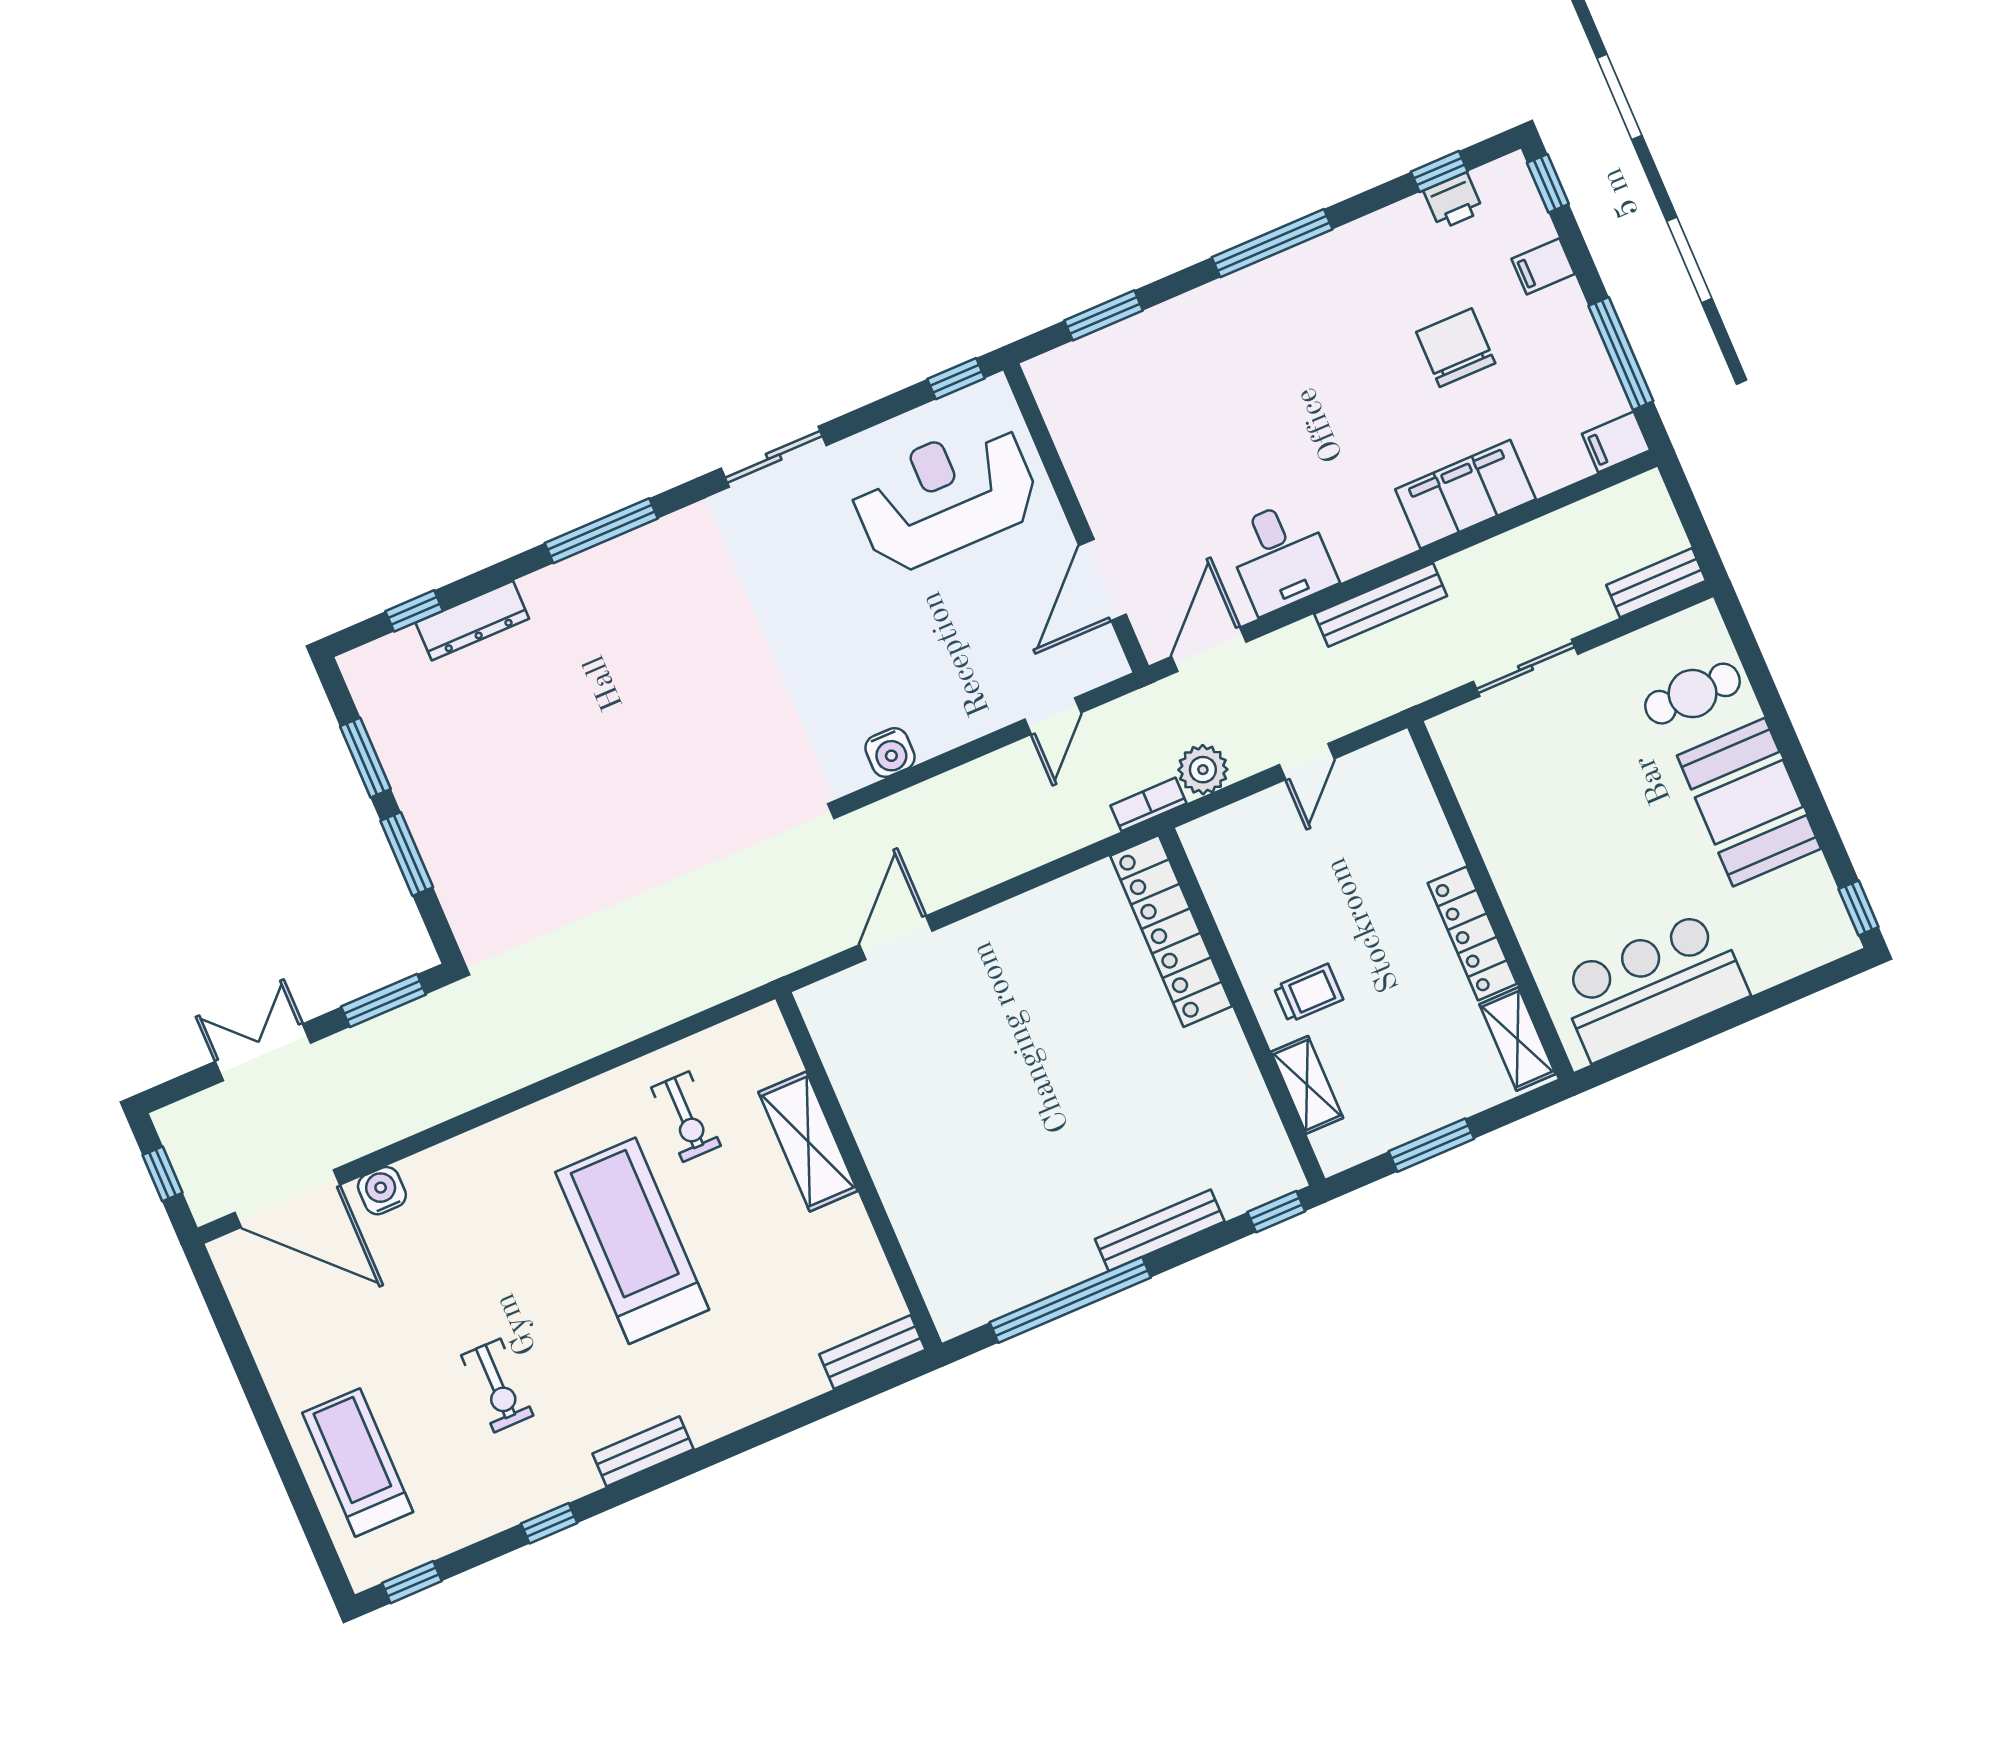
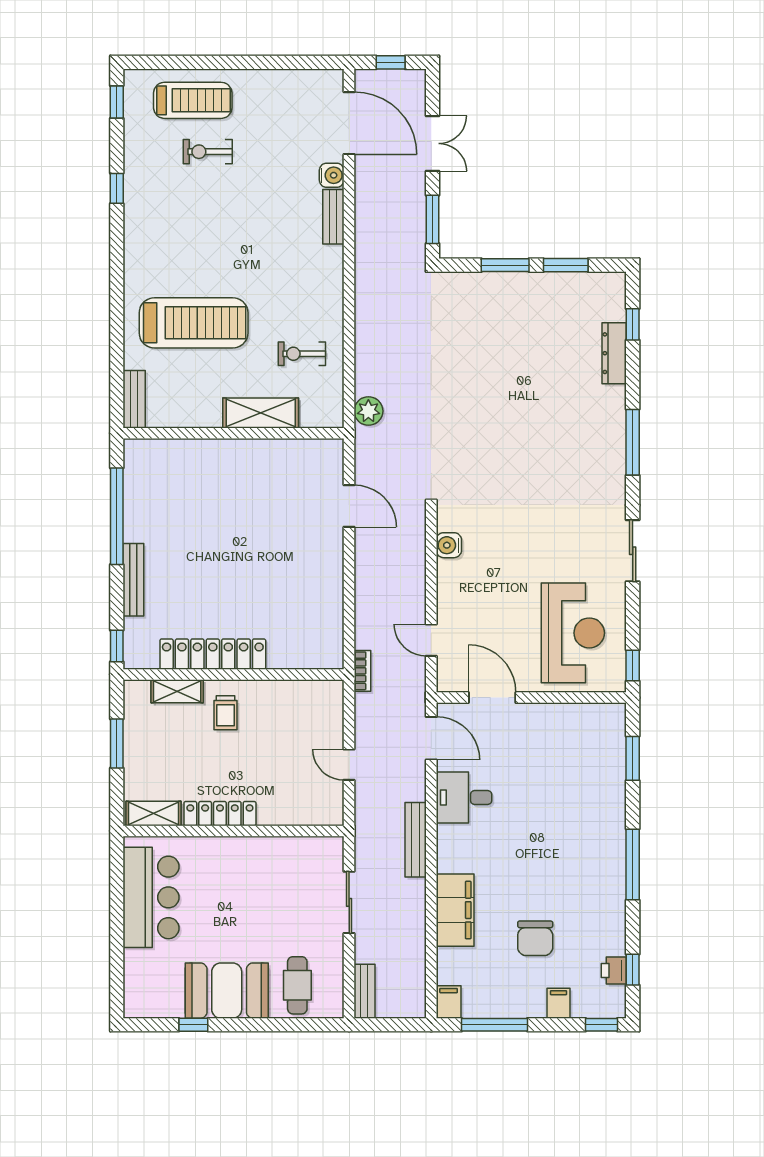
chair: (1456, 348) -> (535, 938), turned 90
plant: (1203, 770) -> (368, 411), moved
window: (1859, 908) -> (193, 1025), moved
locker: (1171, 931) -> (213, 654), moved
door: (287, 1199) -> (349, 123), swing flipped
treadmill: (632, 1241) -> (194, 323), moved
exercise bike: (497, 1385) -> (208, 152), moved
bench: (643, 1451) -> (333, 217), moved

